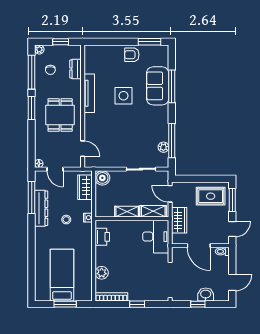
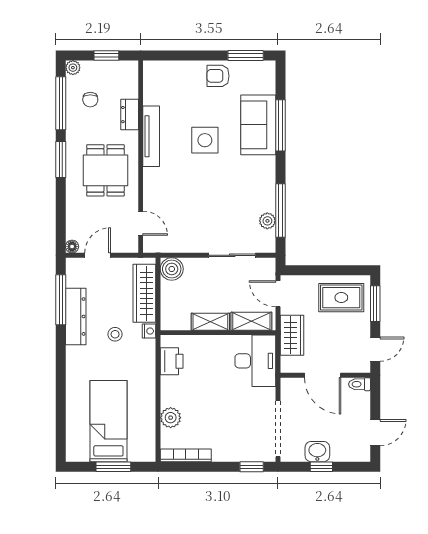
dresser: (76, 69) -> (130, 115), moved
door: (55, 169) -> (98, 255), swing flipped
wardrobe: (85, 187) -> (144, 293), width x1.50
washbasin: (206, 294) -> (317, 452), moved
window: (137, 304) -> (252, 467), moved

